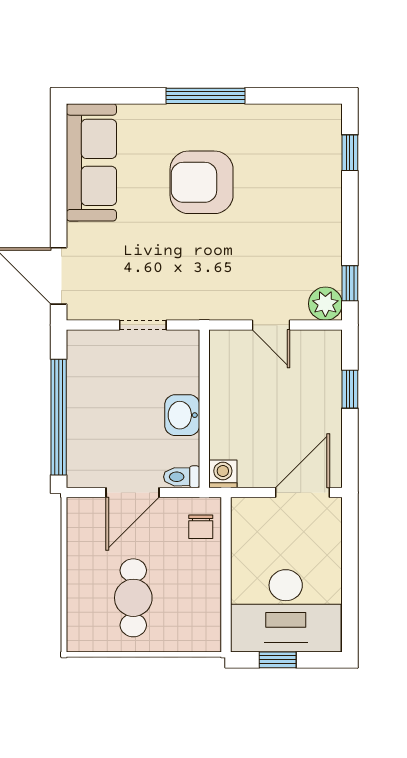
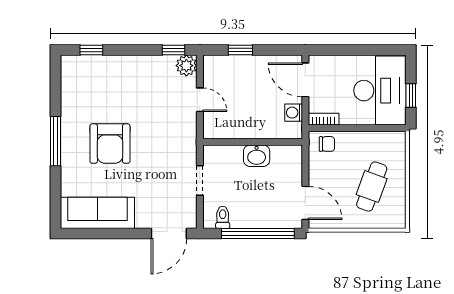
door: (271, 325) -> (200, 100), hinge flipped
washing machine: (223, 474) -> (294, 113), moved
toilet: (182, 477) -> (223, 217), moved, turned 180
door: (133, 492) -> (305, 203), moved
bookcase: (240, 521) -> (324, 119), added
cafe table: (133, 598) -> (372, 187), turned -70

